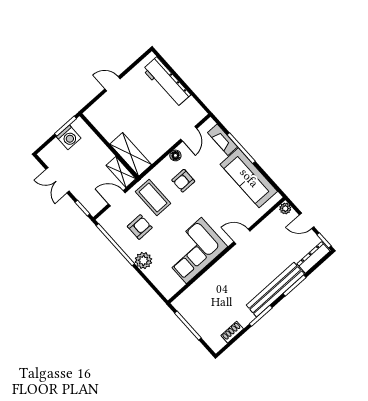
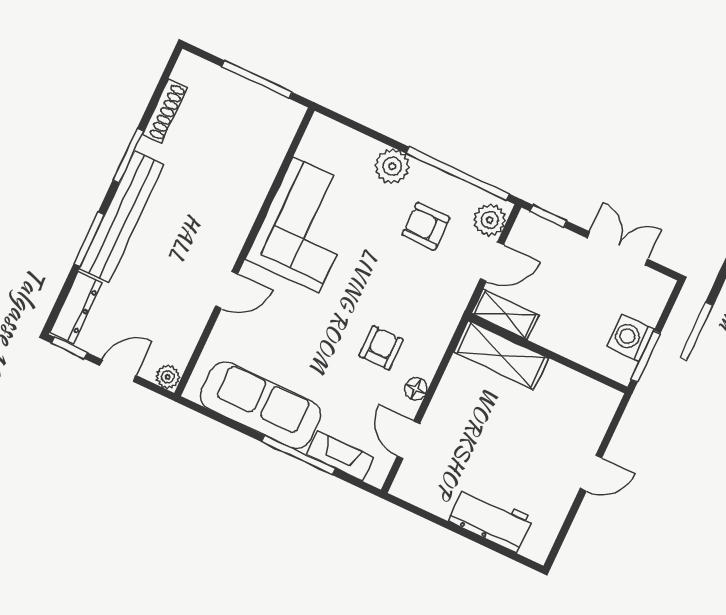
workbench: (167, 82) -> (491, 519), width x0.73
coffee table: (153, 198) -> (425, 292), removed
plant: (110, 218) -> (490, 220), added
armchair: (140, 227) -> (426, 226), turned 90
shoe rack: (232, 332) -> (165, 111), width x1.43

